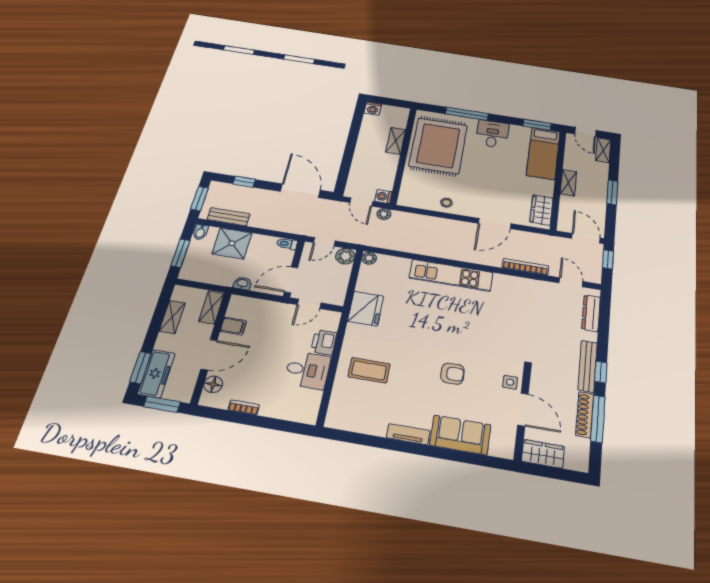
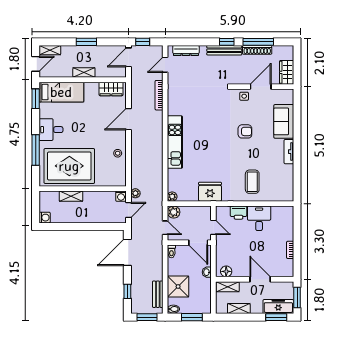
door: (494, 223) -> (128, 119), swing flipped
filing cabinet: (233, 326) -> (238, 270), removed
armchair: (452, 374) -> (245, 131), turned 90
floor lamp: (213, 384) -> (226, 271), moved

